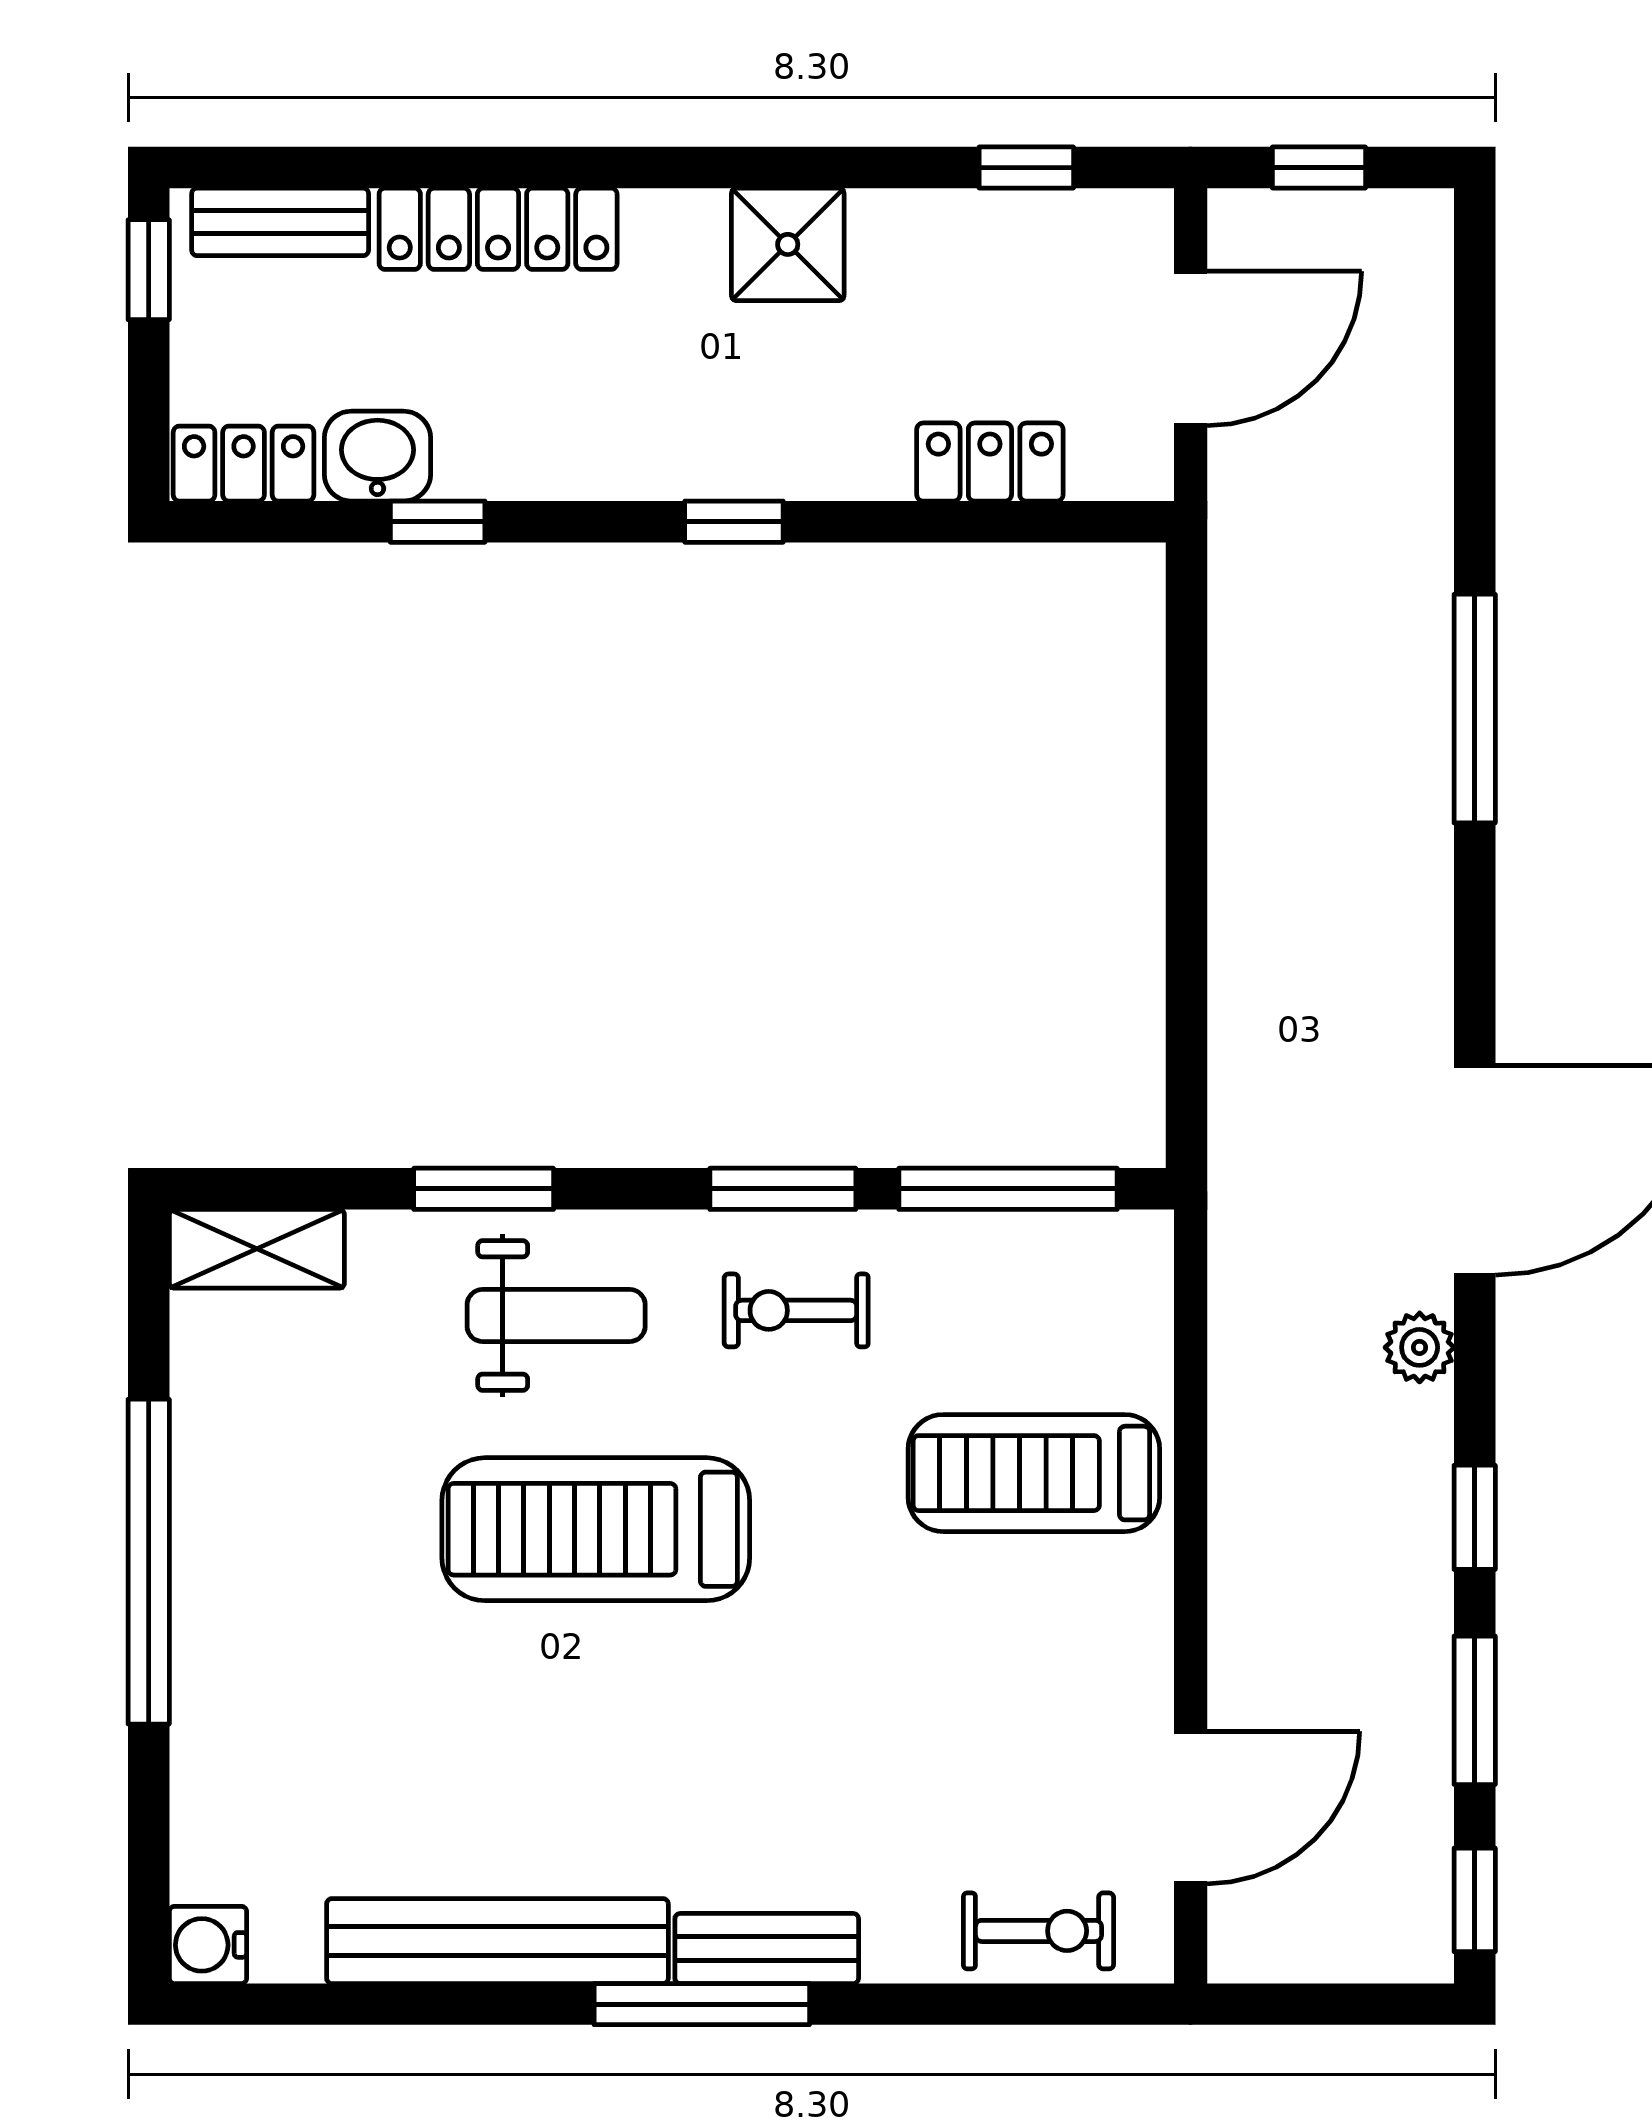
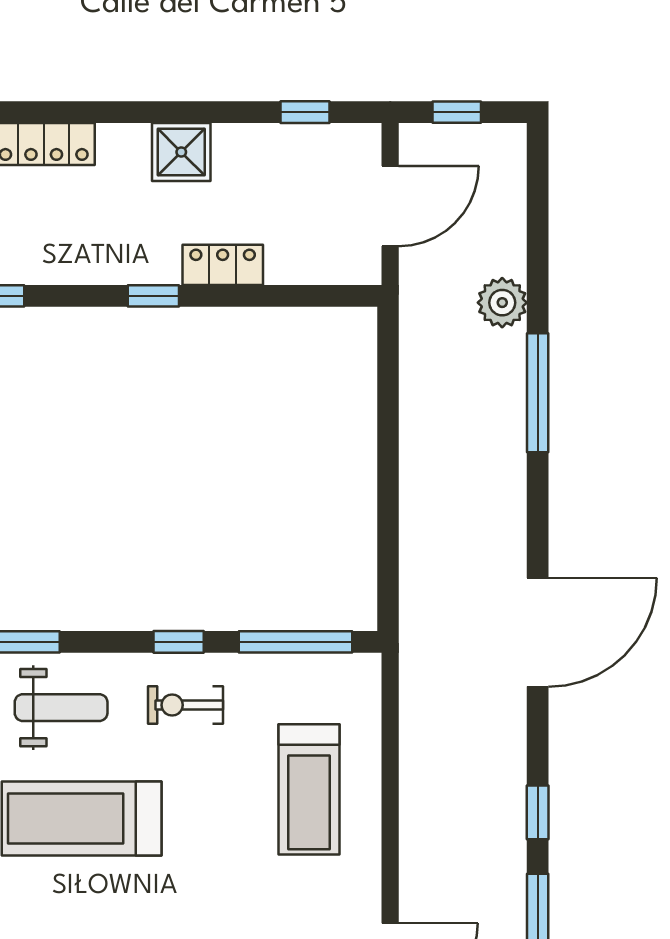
locker: (990, 462) -> (223, 265), moved
window: (783, 1189) -> (179, 642), width x0.67
plant: (1420, 1347) -> (502, 303), moved, width x1.38, depth x1.38
treadmill: (1034, 1473) -> (309, 789), turned -90

